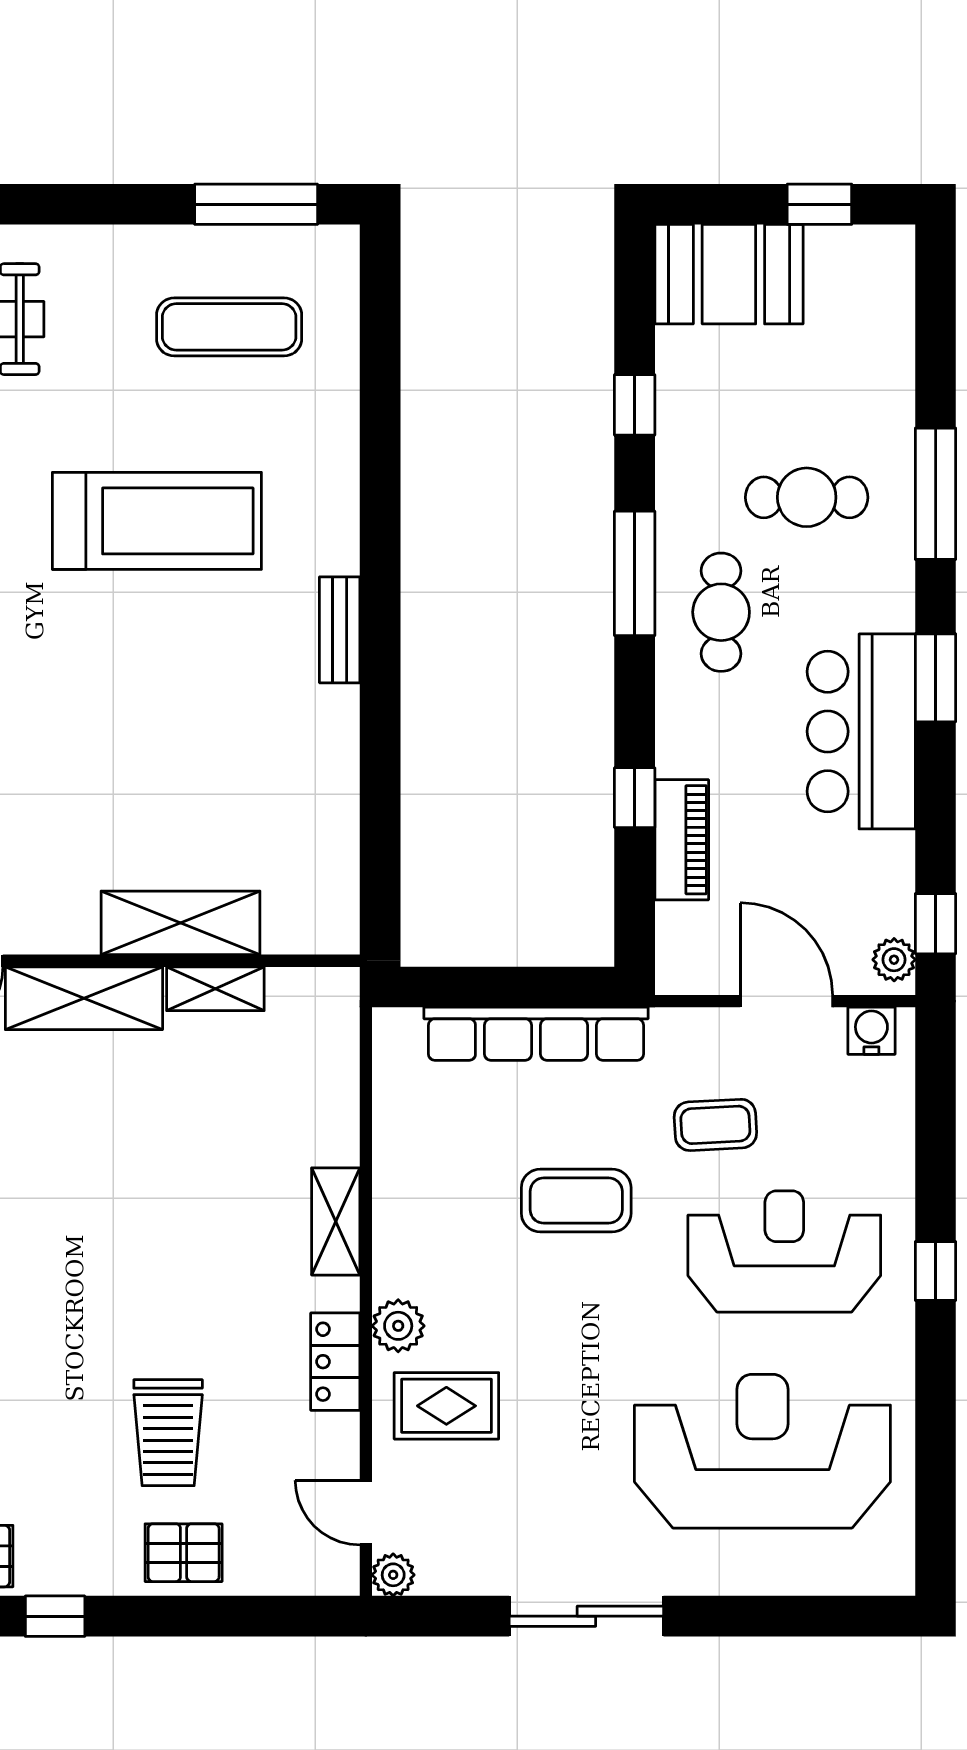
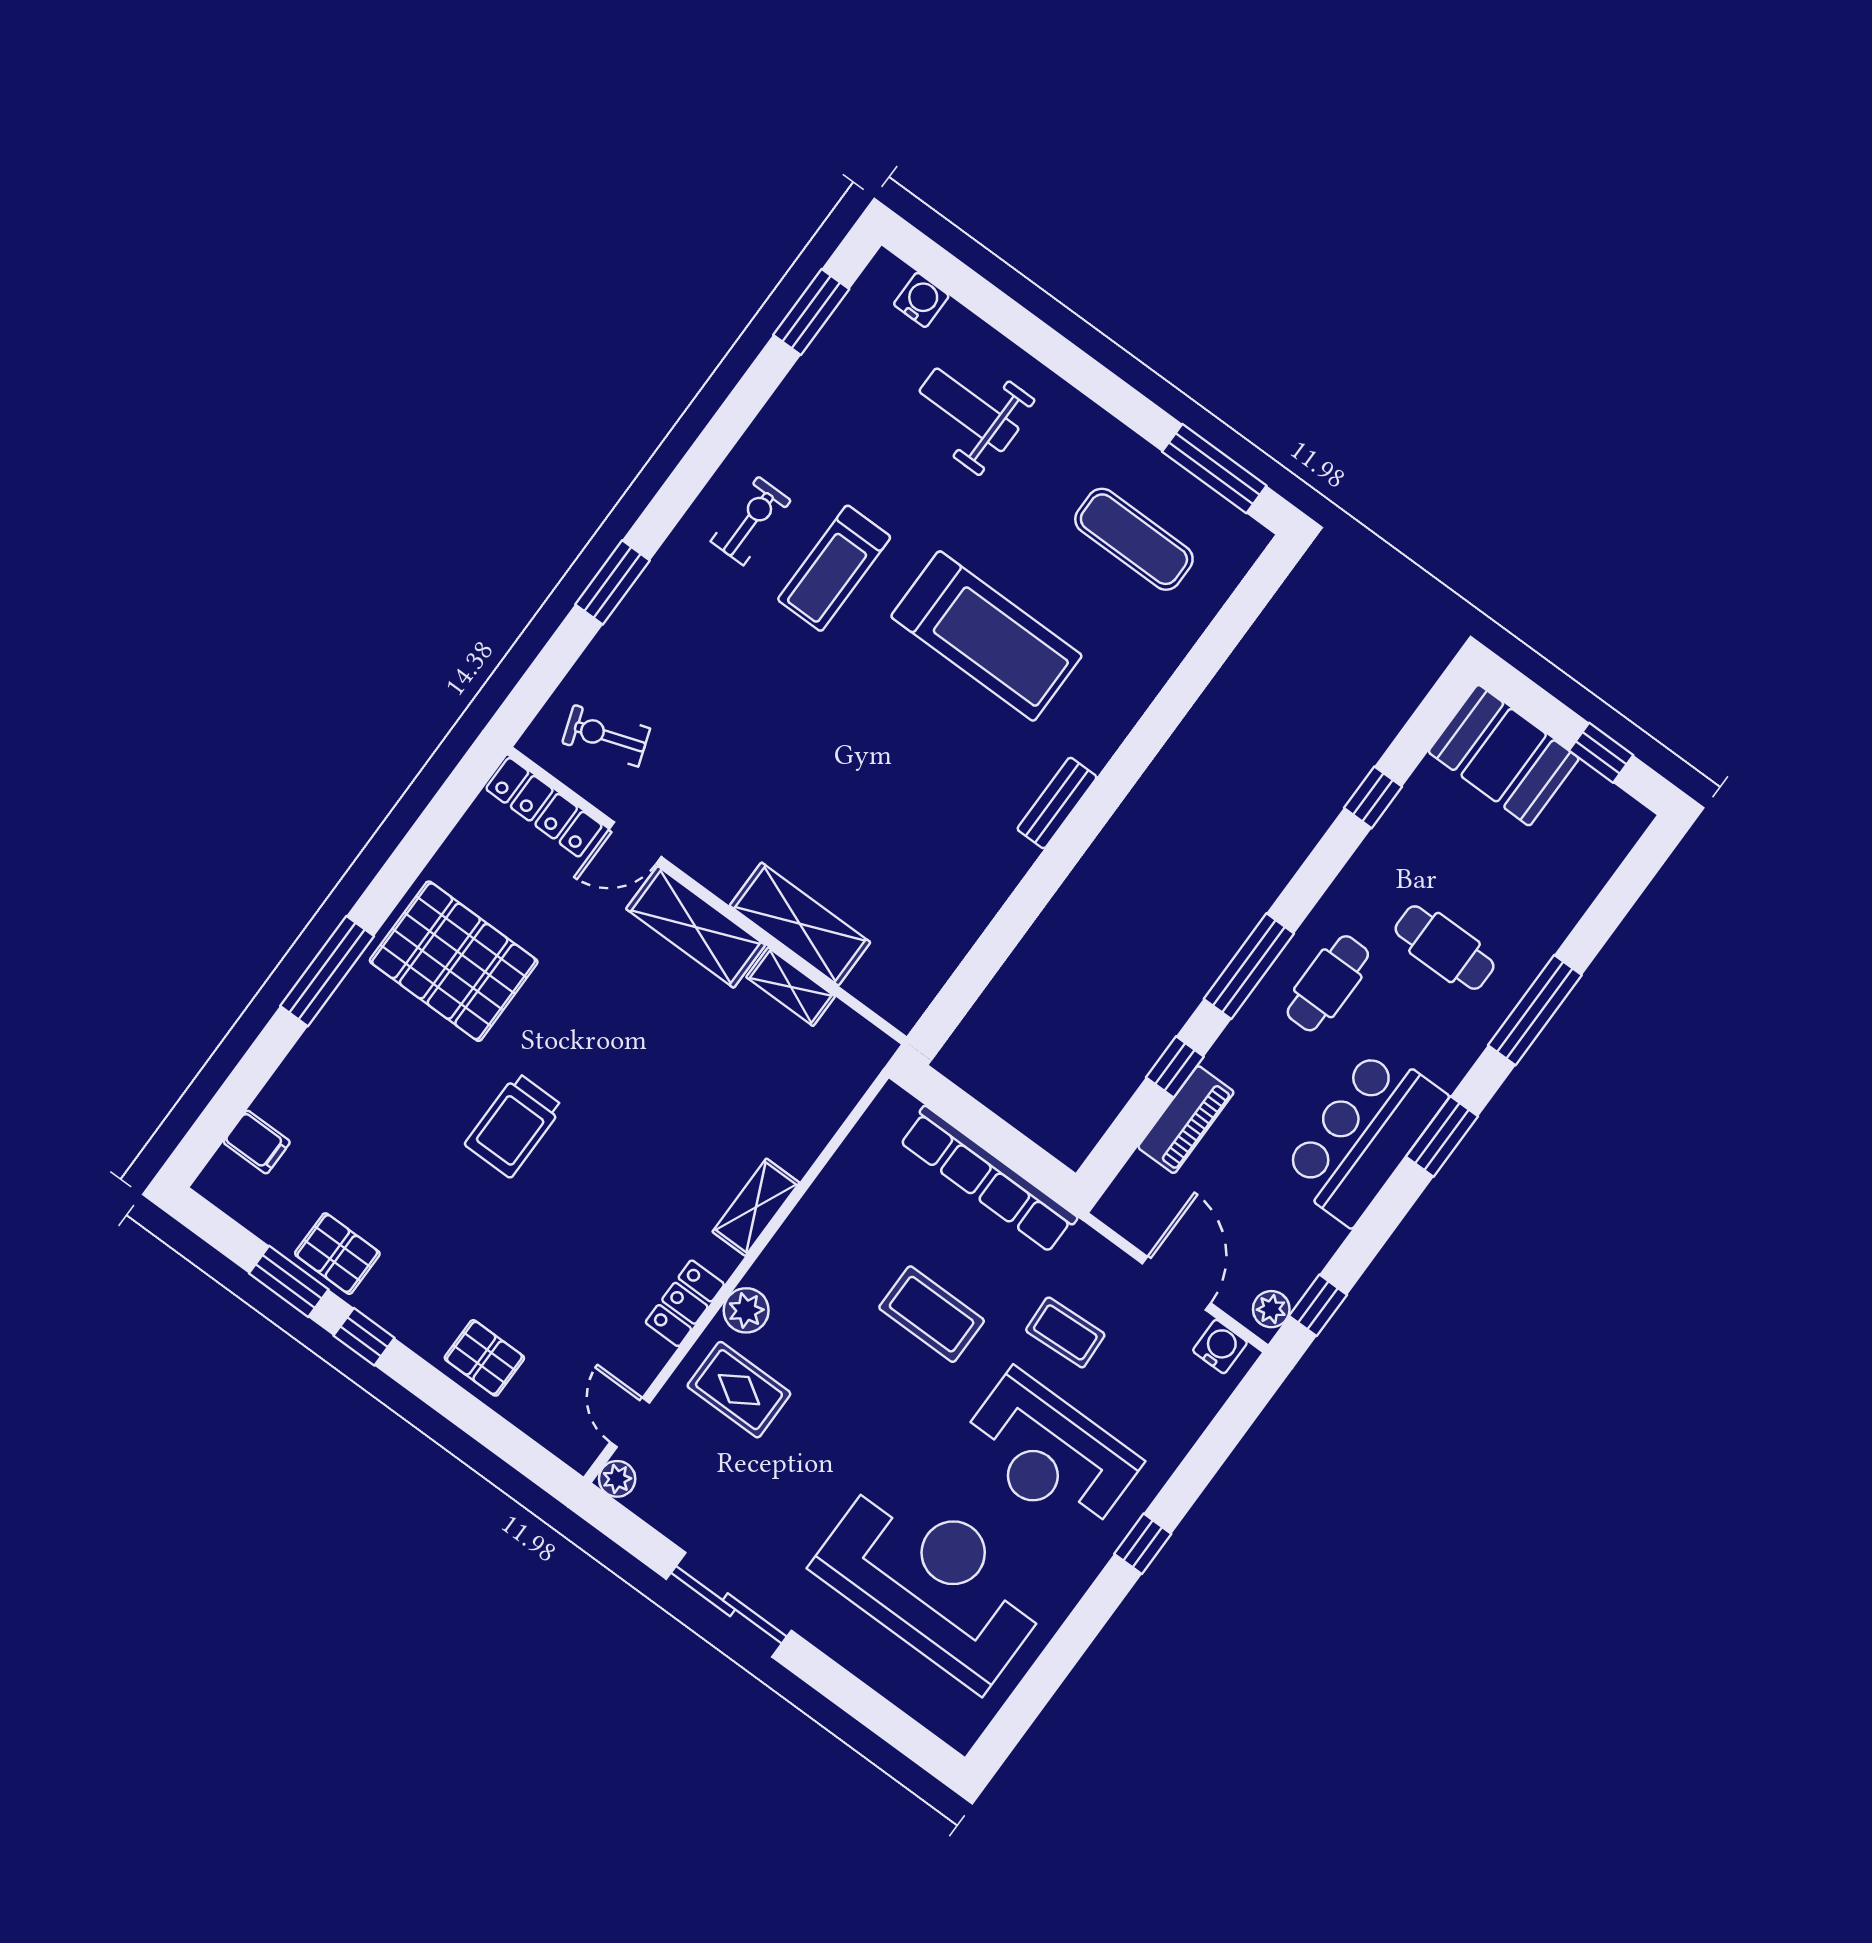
window: (635, 573) -> (1249, 966), moved
reception desk: (784, 1251) -> (1049, 1454), turned 180
trolley: (168, 1433) -> (514, 1125), moved

